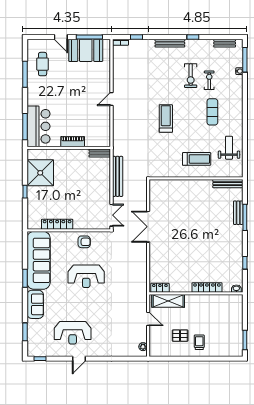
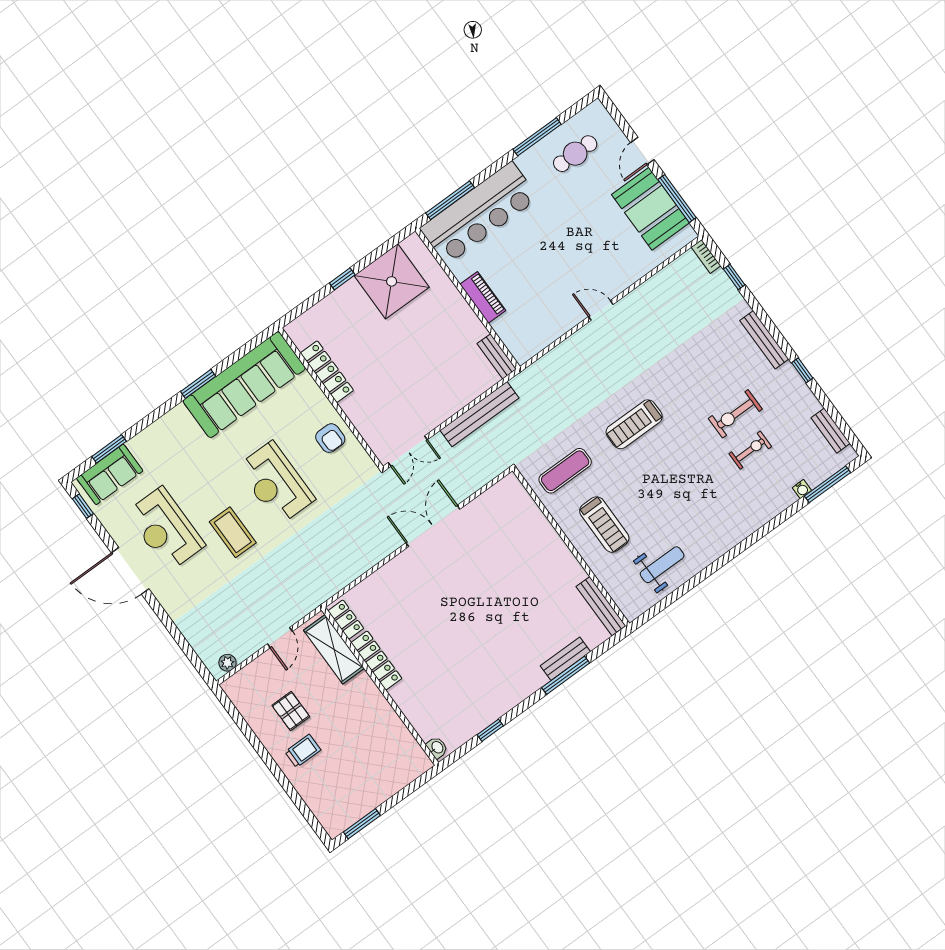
exercise mat: (212, 112) -> (565, 471), moved
treadmill: (166, 118) -> (634, 424), turned 180
bar counter: (38, 126) -> (479, 213), width x1.36
locker: (207, 287) -> (376, 661), moved
sofa: (35, 304) -> (110, 474), moved
coffee table: (93, 307) -> (233, 532), added
door: (79, 359) -> (130, 571), width x1.88

